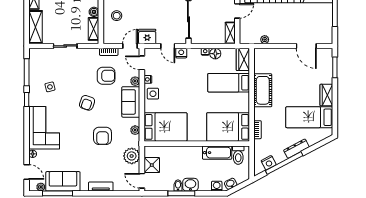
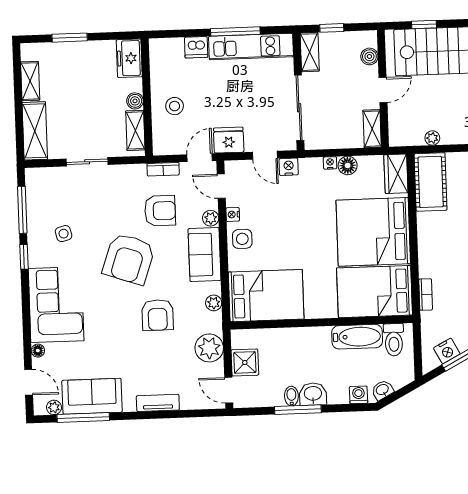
bed: (229, 83) -> (373, 232), width x2.04
cot: (263, 90) -> (431, 182), moved
armchair: (87, 103) -> (129, 259), width x1.88, depth x1.88

